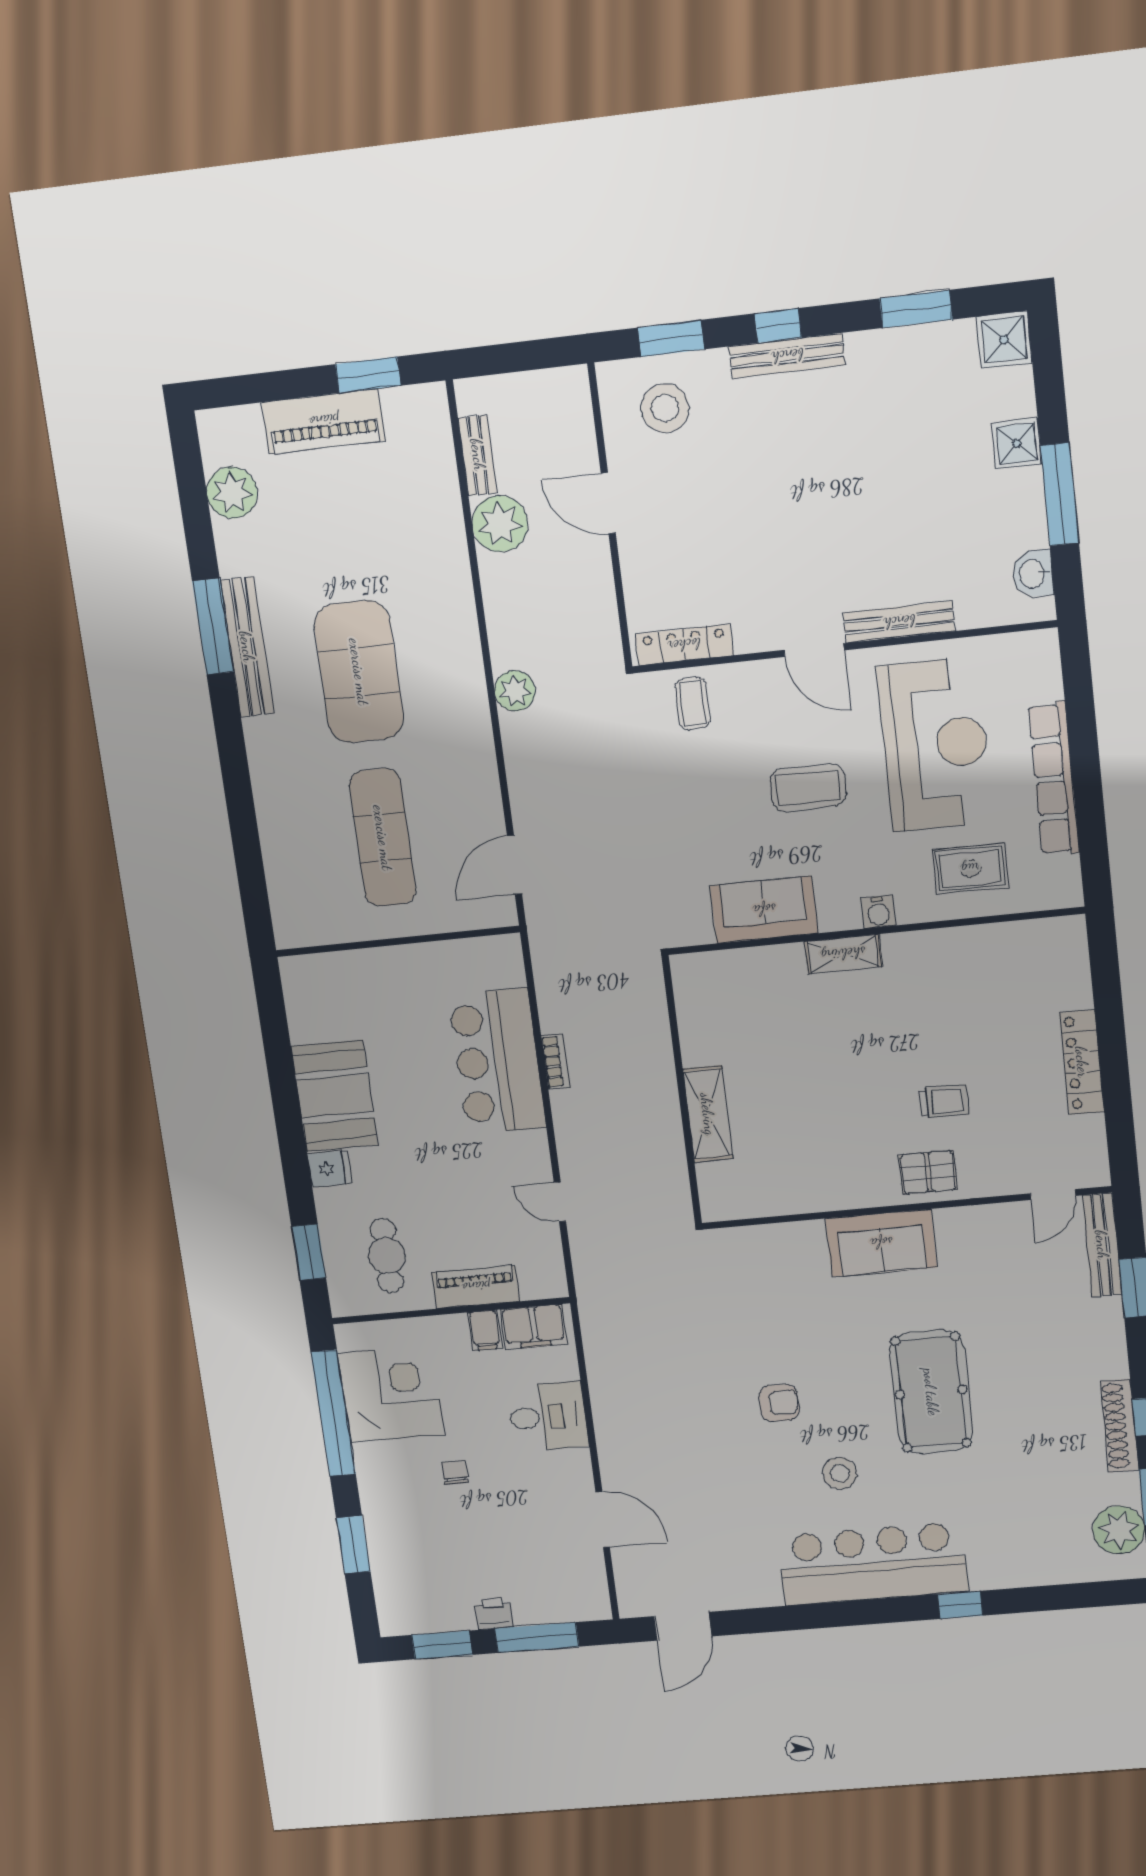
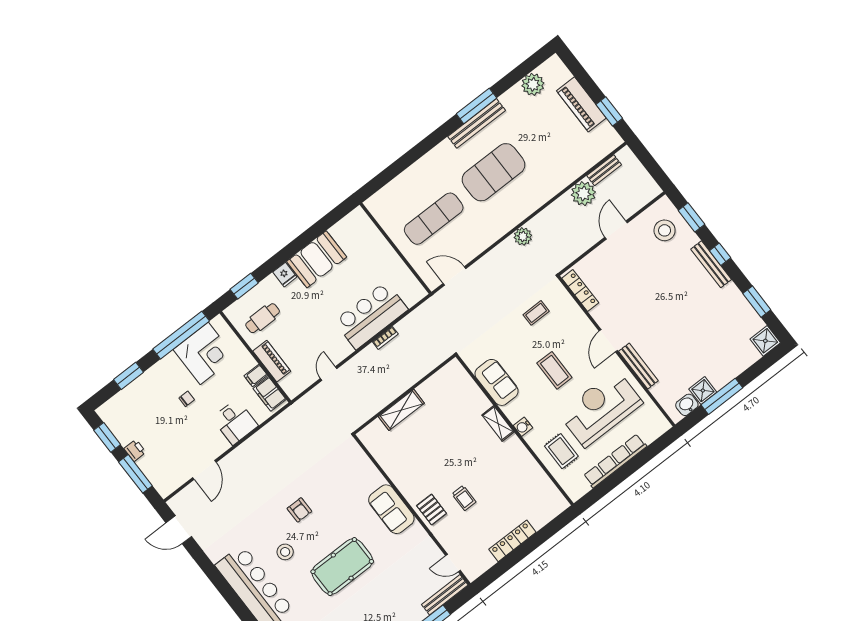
shower: (1017, 444) -> (703, 391), moved
coffee table: (692, 703) -> (536, 313), moved
reception desk: (935, 744) -> (601, 408), turned 180

